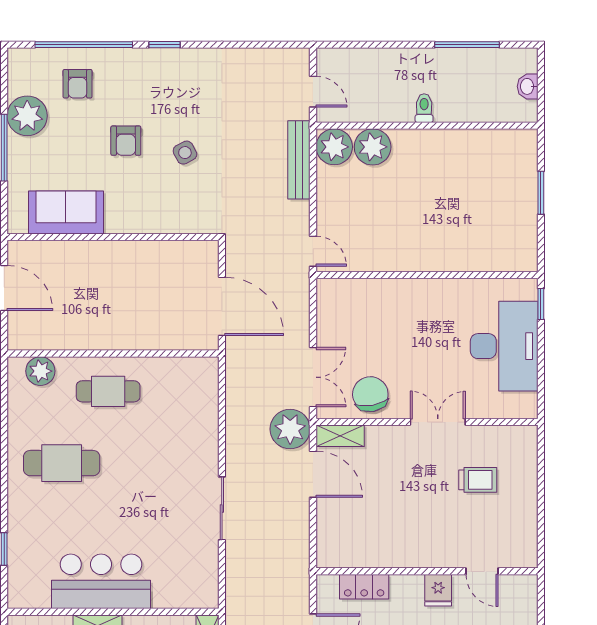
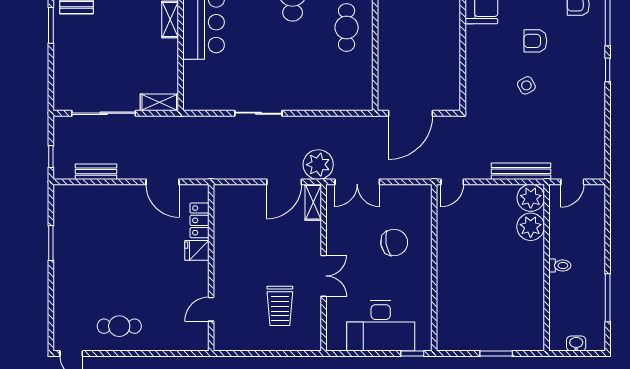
chair: (370, 394) -> (394, 242), moved
trolley: (478, 480) -> (280, 306), width x1.36, depth x1.39
fridge: (438, 590) -> (197, 250), moved

